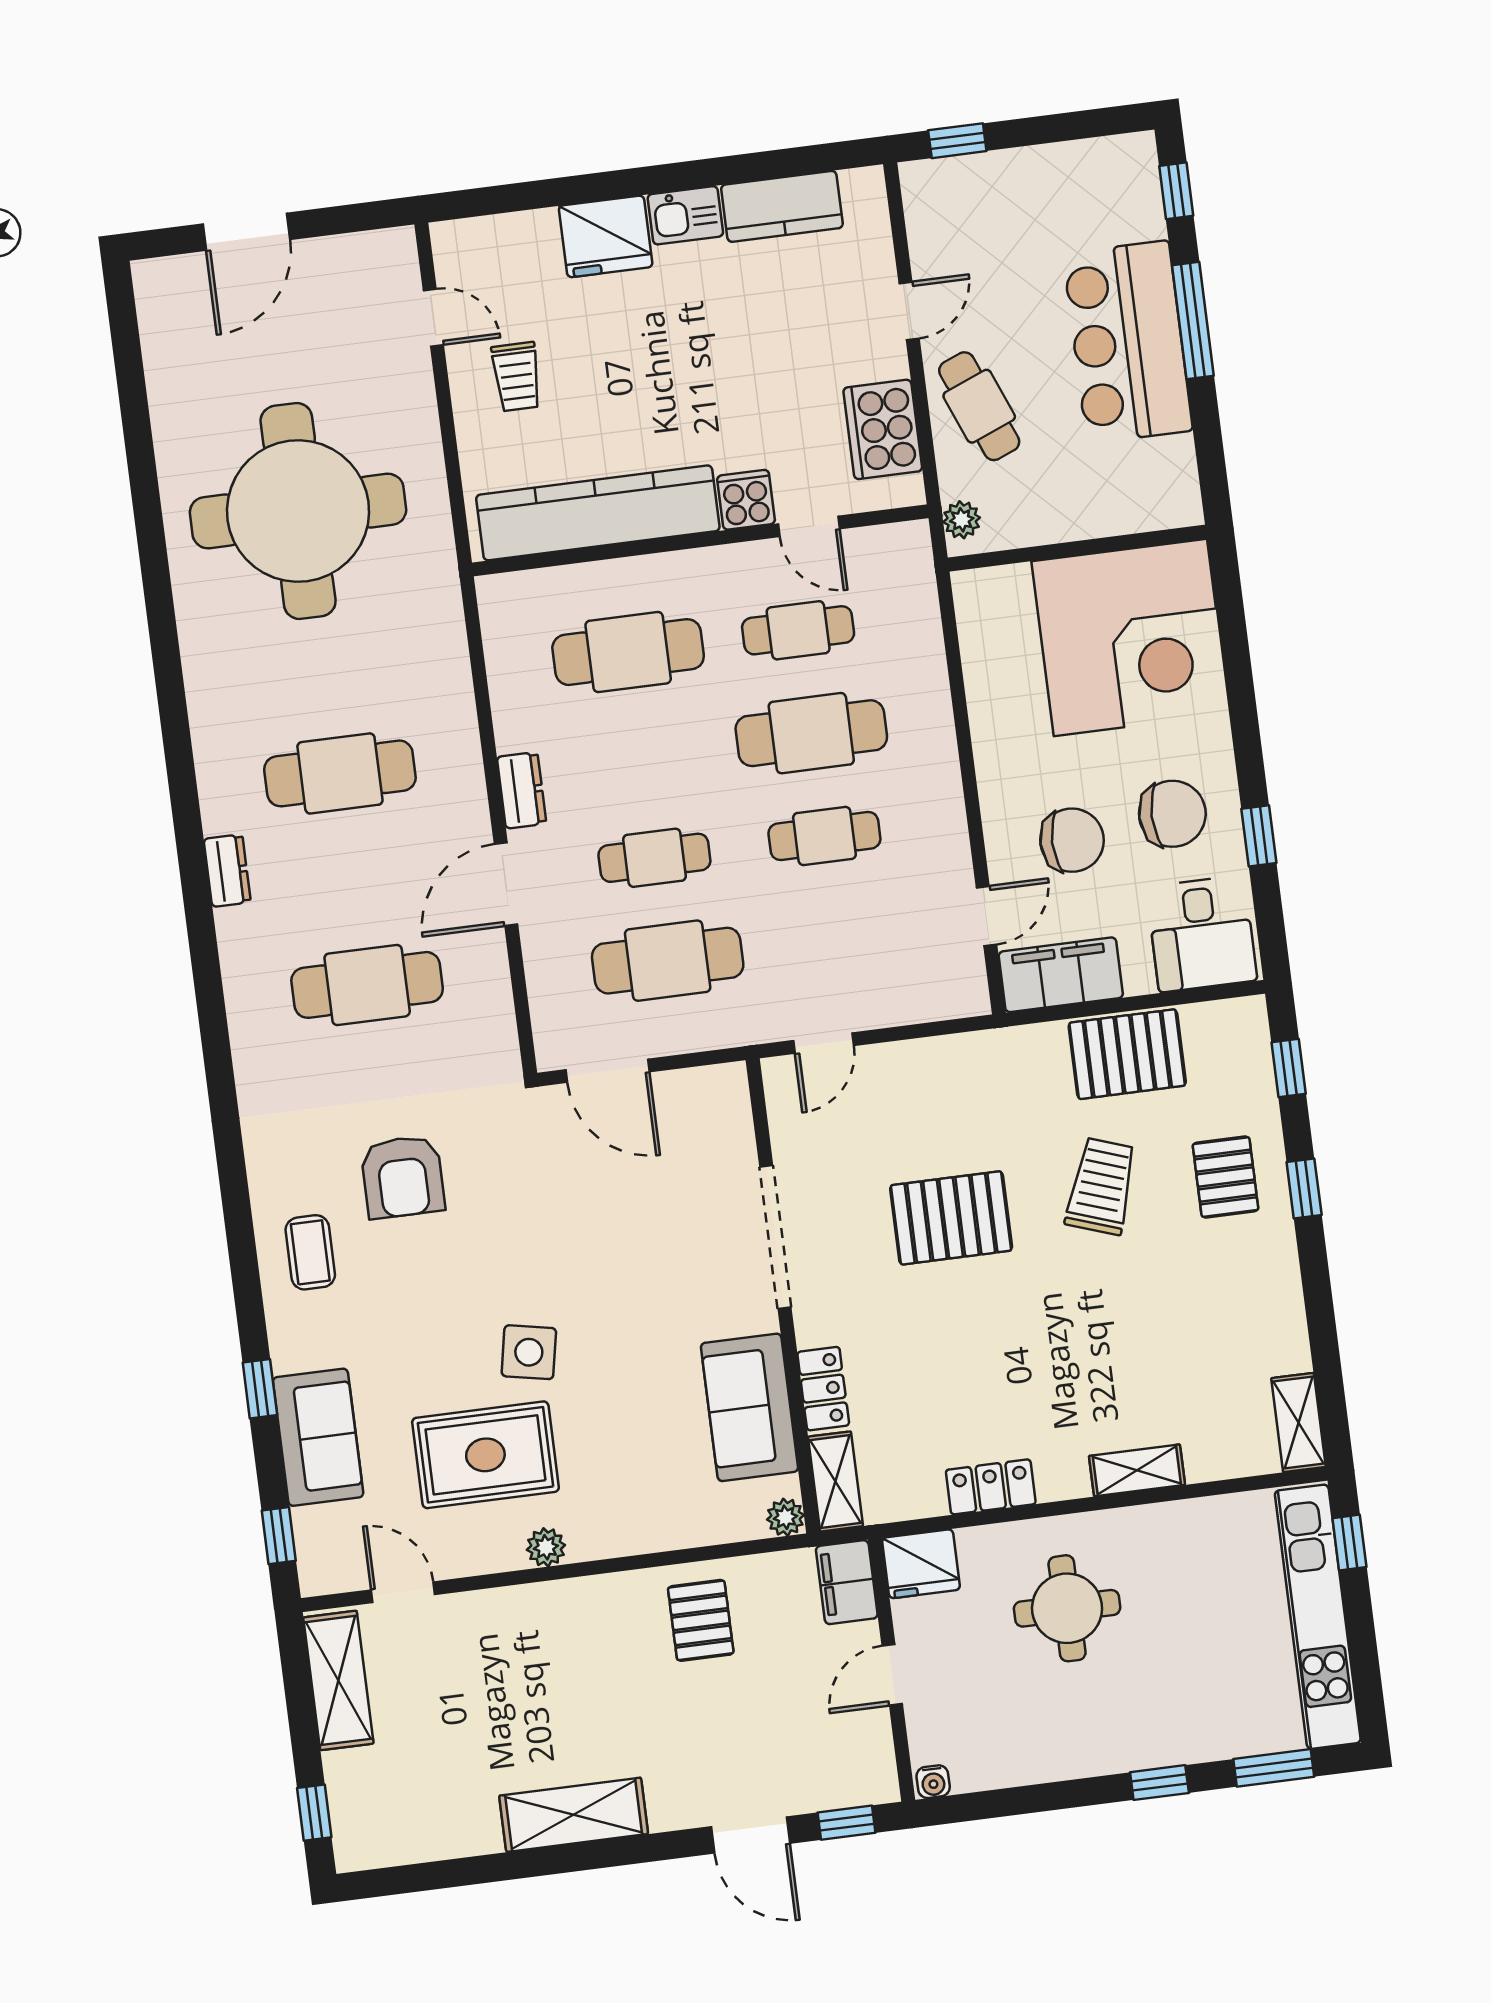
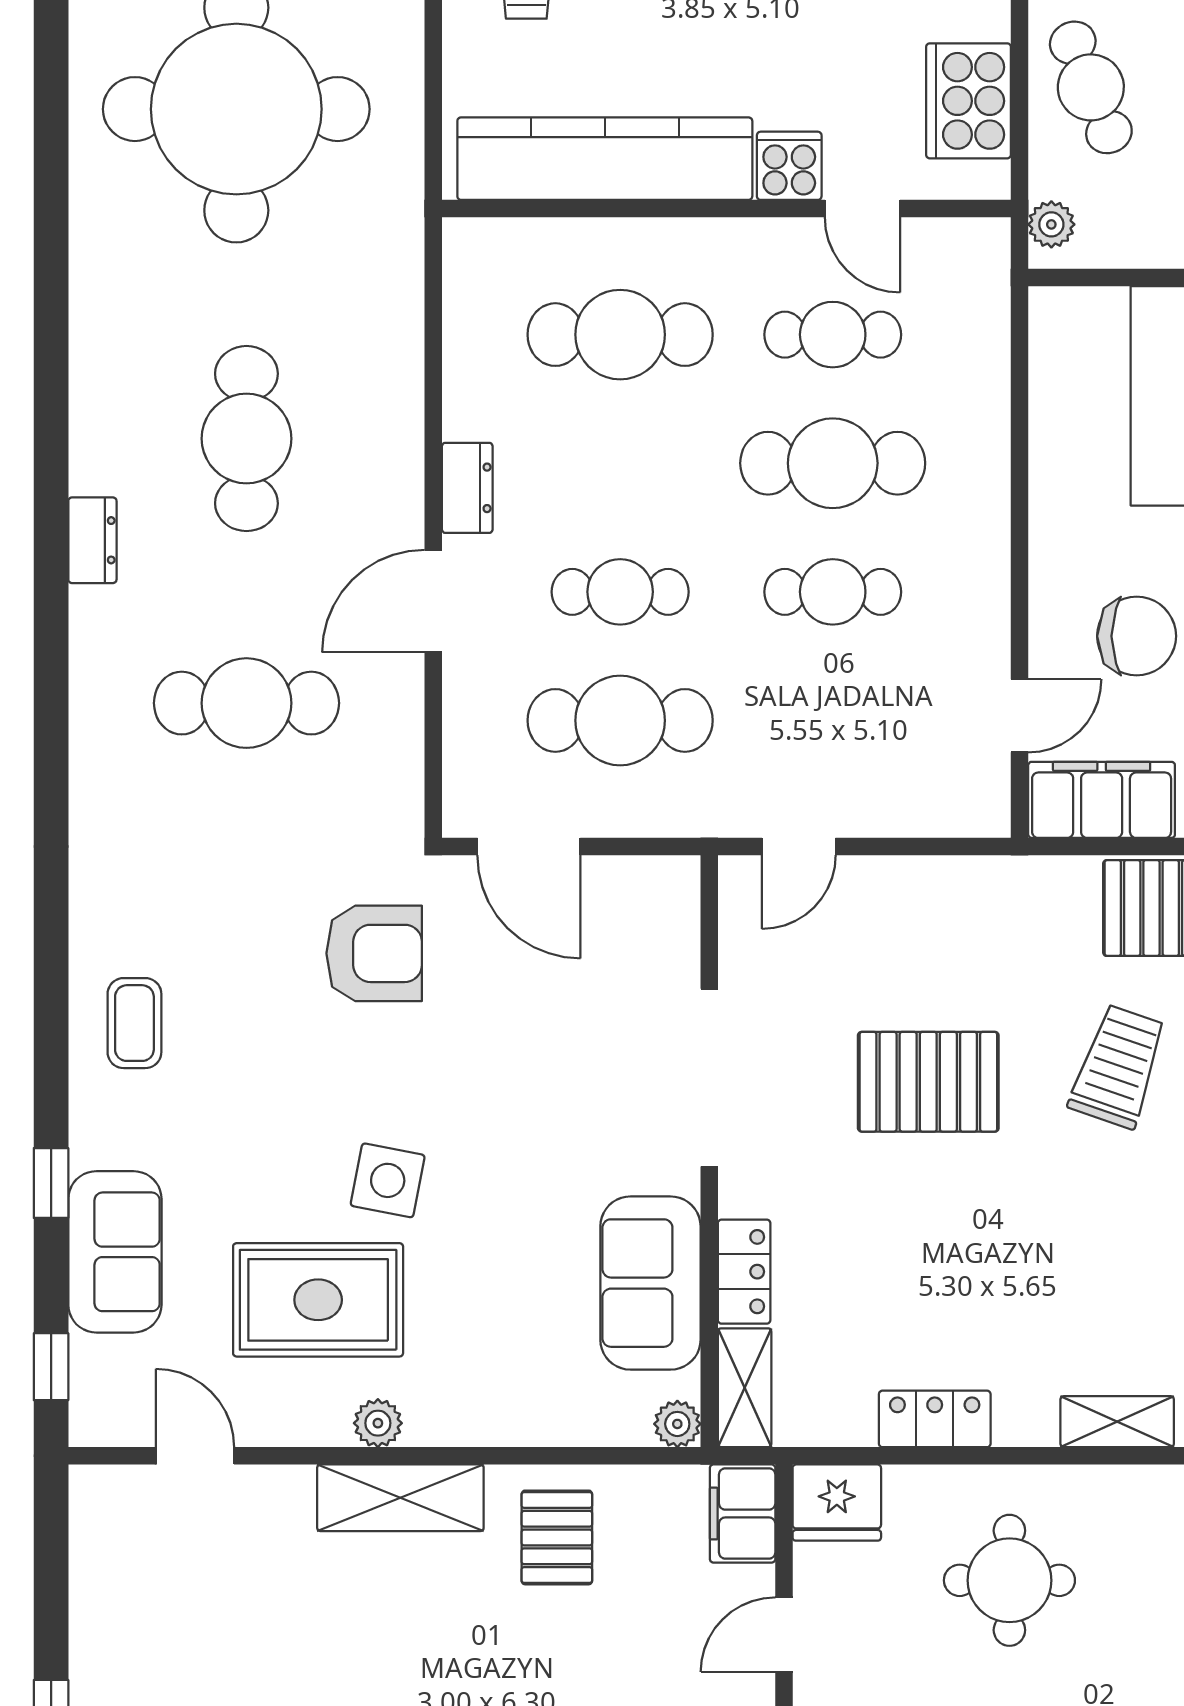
cafe table: (340, 773) -> (246, 439), turned 90
armchair: (403, 1177) -> (374, 953), moved, turned -90
shelving: (338, 1680) -> (400, 1498), moved, turned 90

